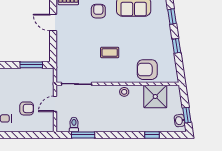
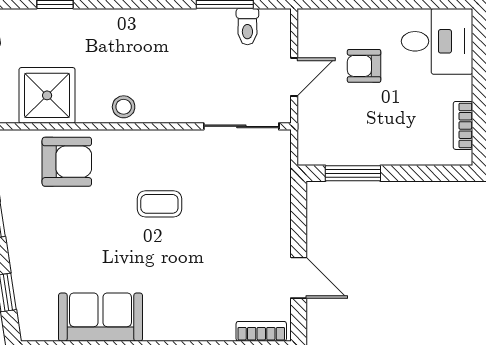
armchair: (98, 11) -> (187, 306), removed

